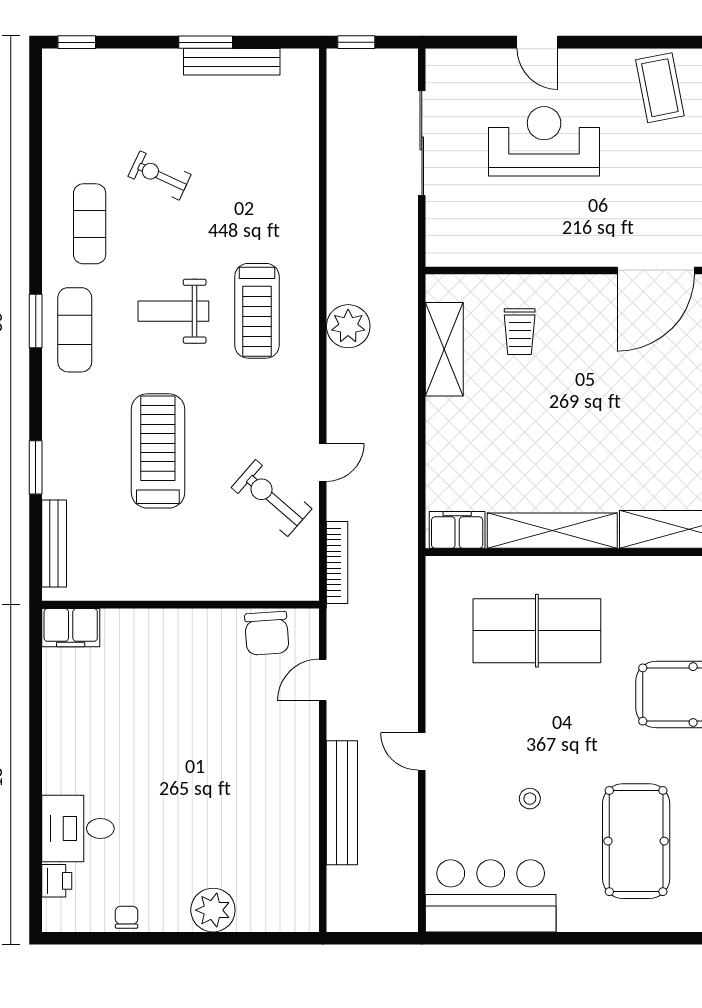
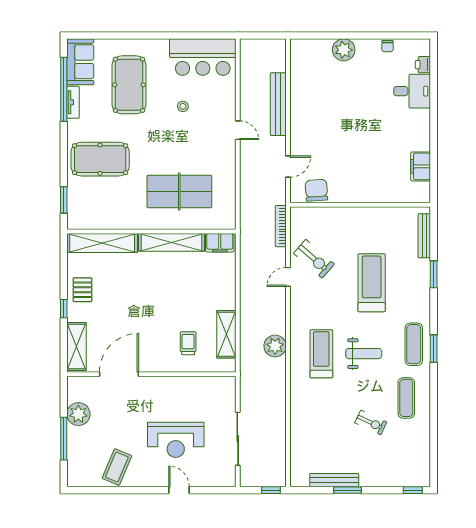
coffee table: (660, 88) -> (117, 467), turned 34
treadmill: (158, 451) -> (372, 283), turned 180
filing cabinet: (71, 628) -> (421, 166), moved, turned -90

